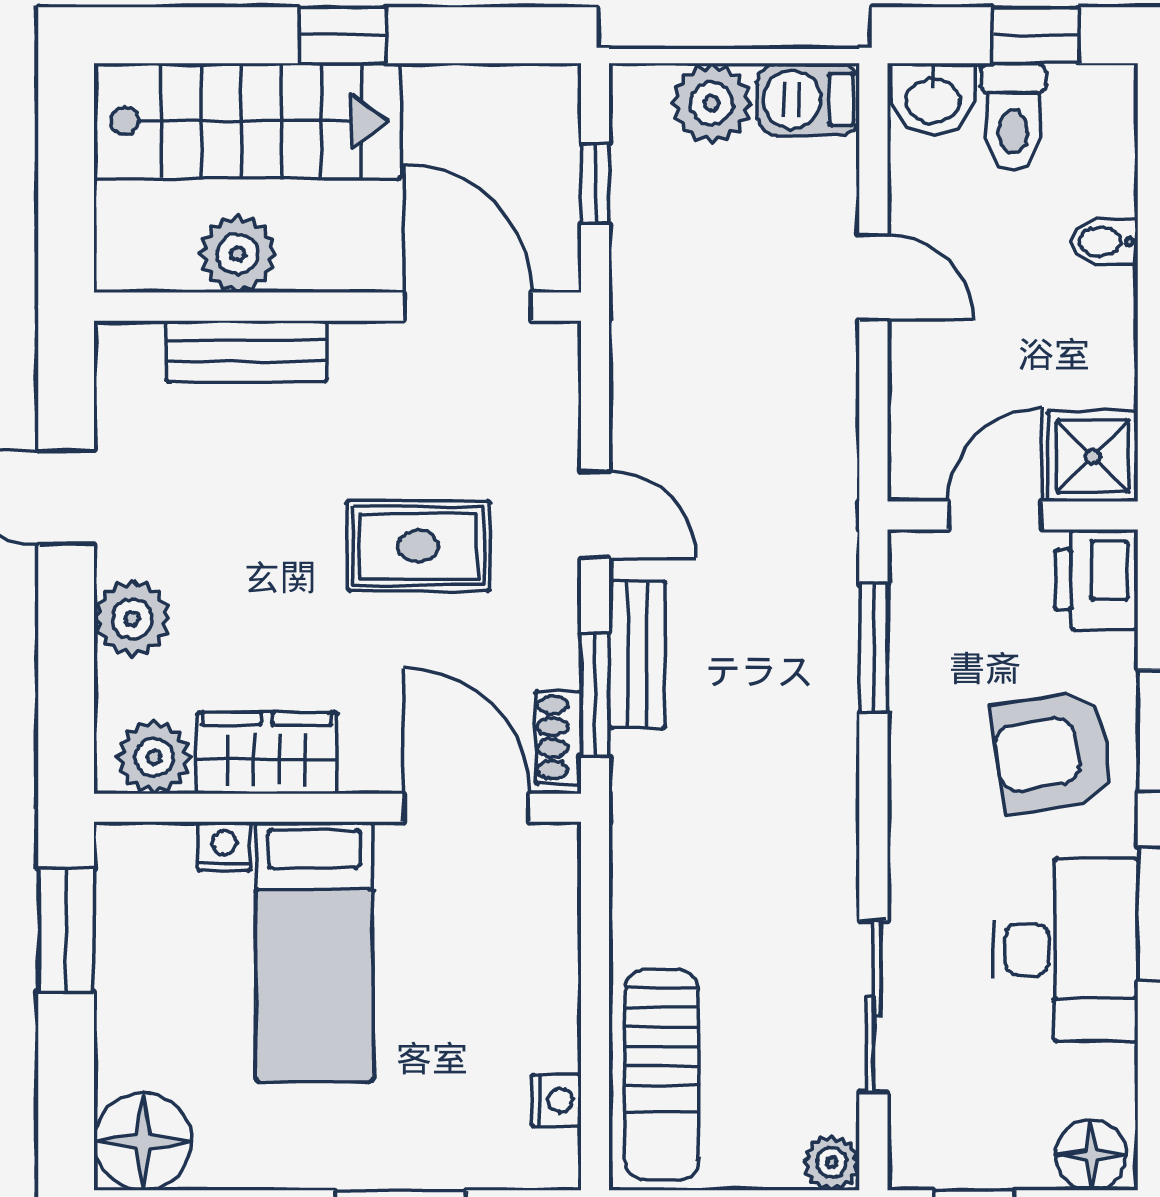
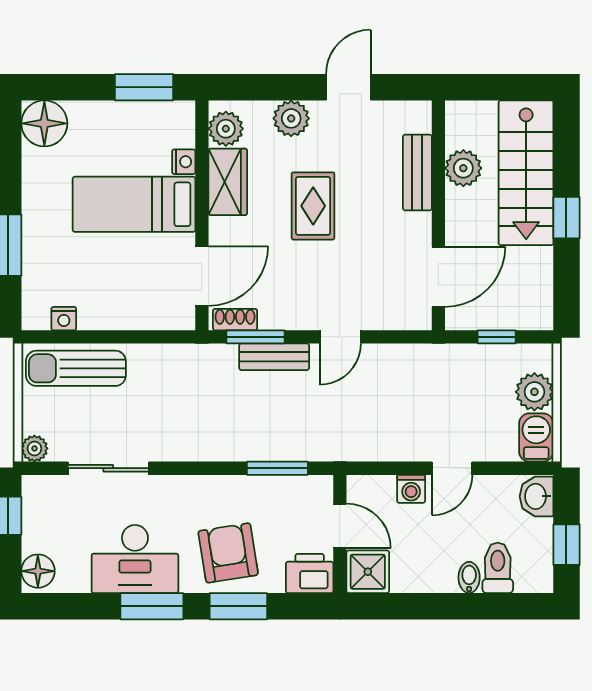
toilet: (1013, 117) -> (498, 568), moved, turned 90
washing machine: (917, 364) -> (411, 489), added
rug: (418, 546) -> (313, 206), moved

